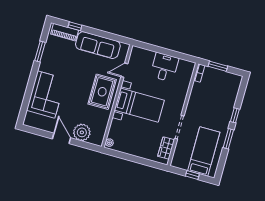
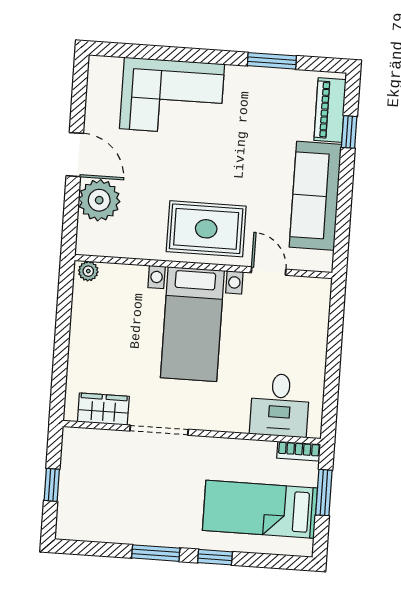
desk: (164, 67) -> (280, 405), moved, turned 90
door: (61, 138) -> (75, 155), hinge flipped
bed: (204, 151) -> (260, 509), moved, turned 180

